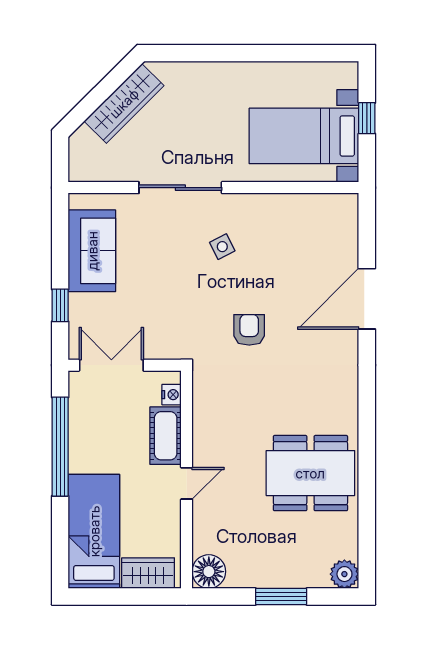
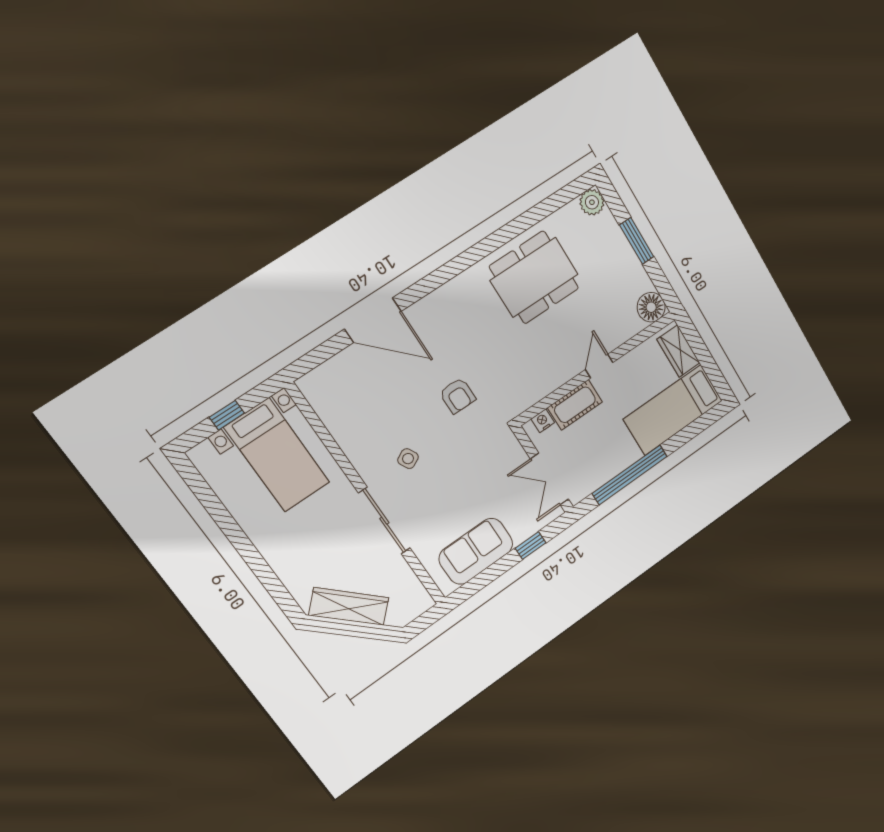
armchair: (249, 330) -> (458, 396), turned -90
dining table: (310, 473) -> (534, 277), turned 90
door: (187, 483) -> (599, 366), hinge flipped

